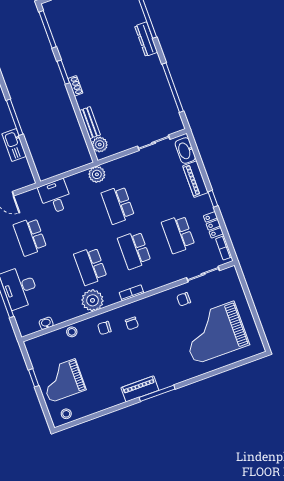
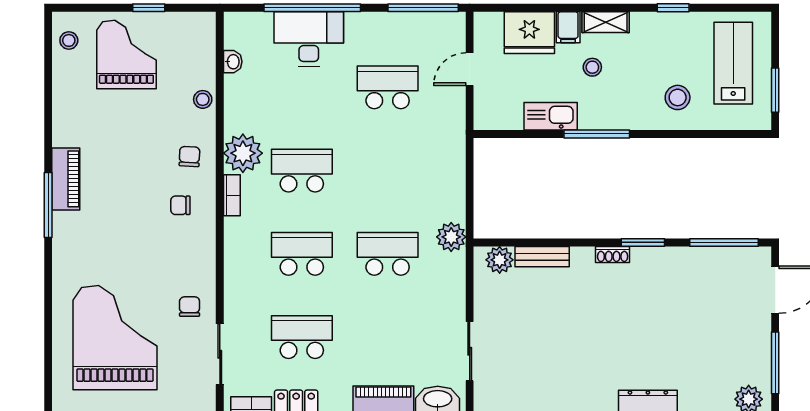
desk: (55, 197) -> (439, 154), removed
bookcase: (132, 293) -> (232, 195), moved

